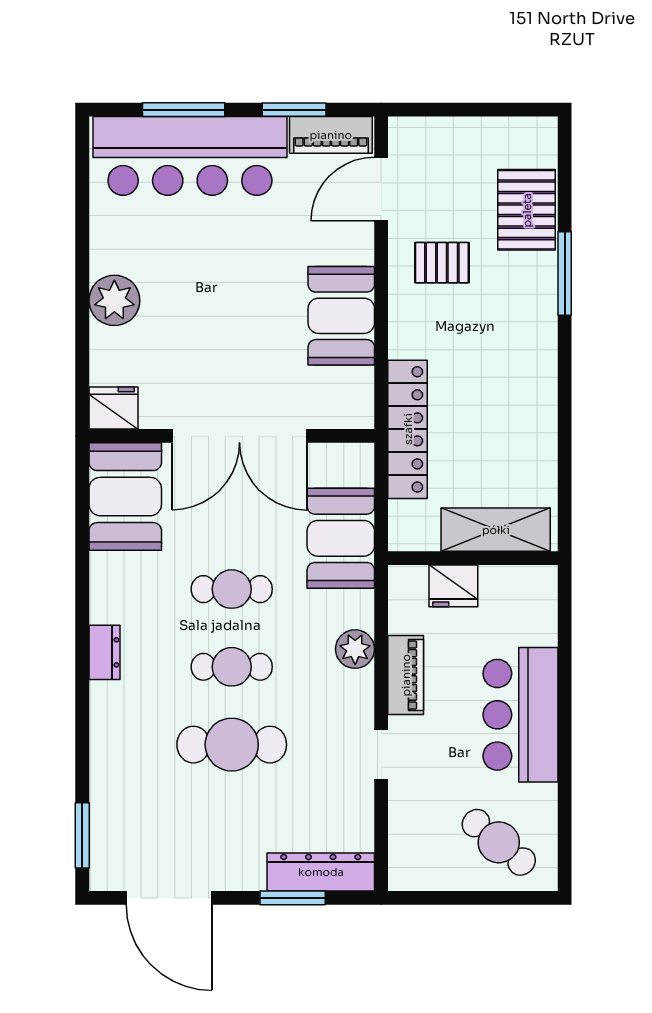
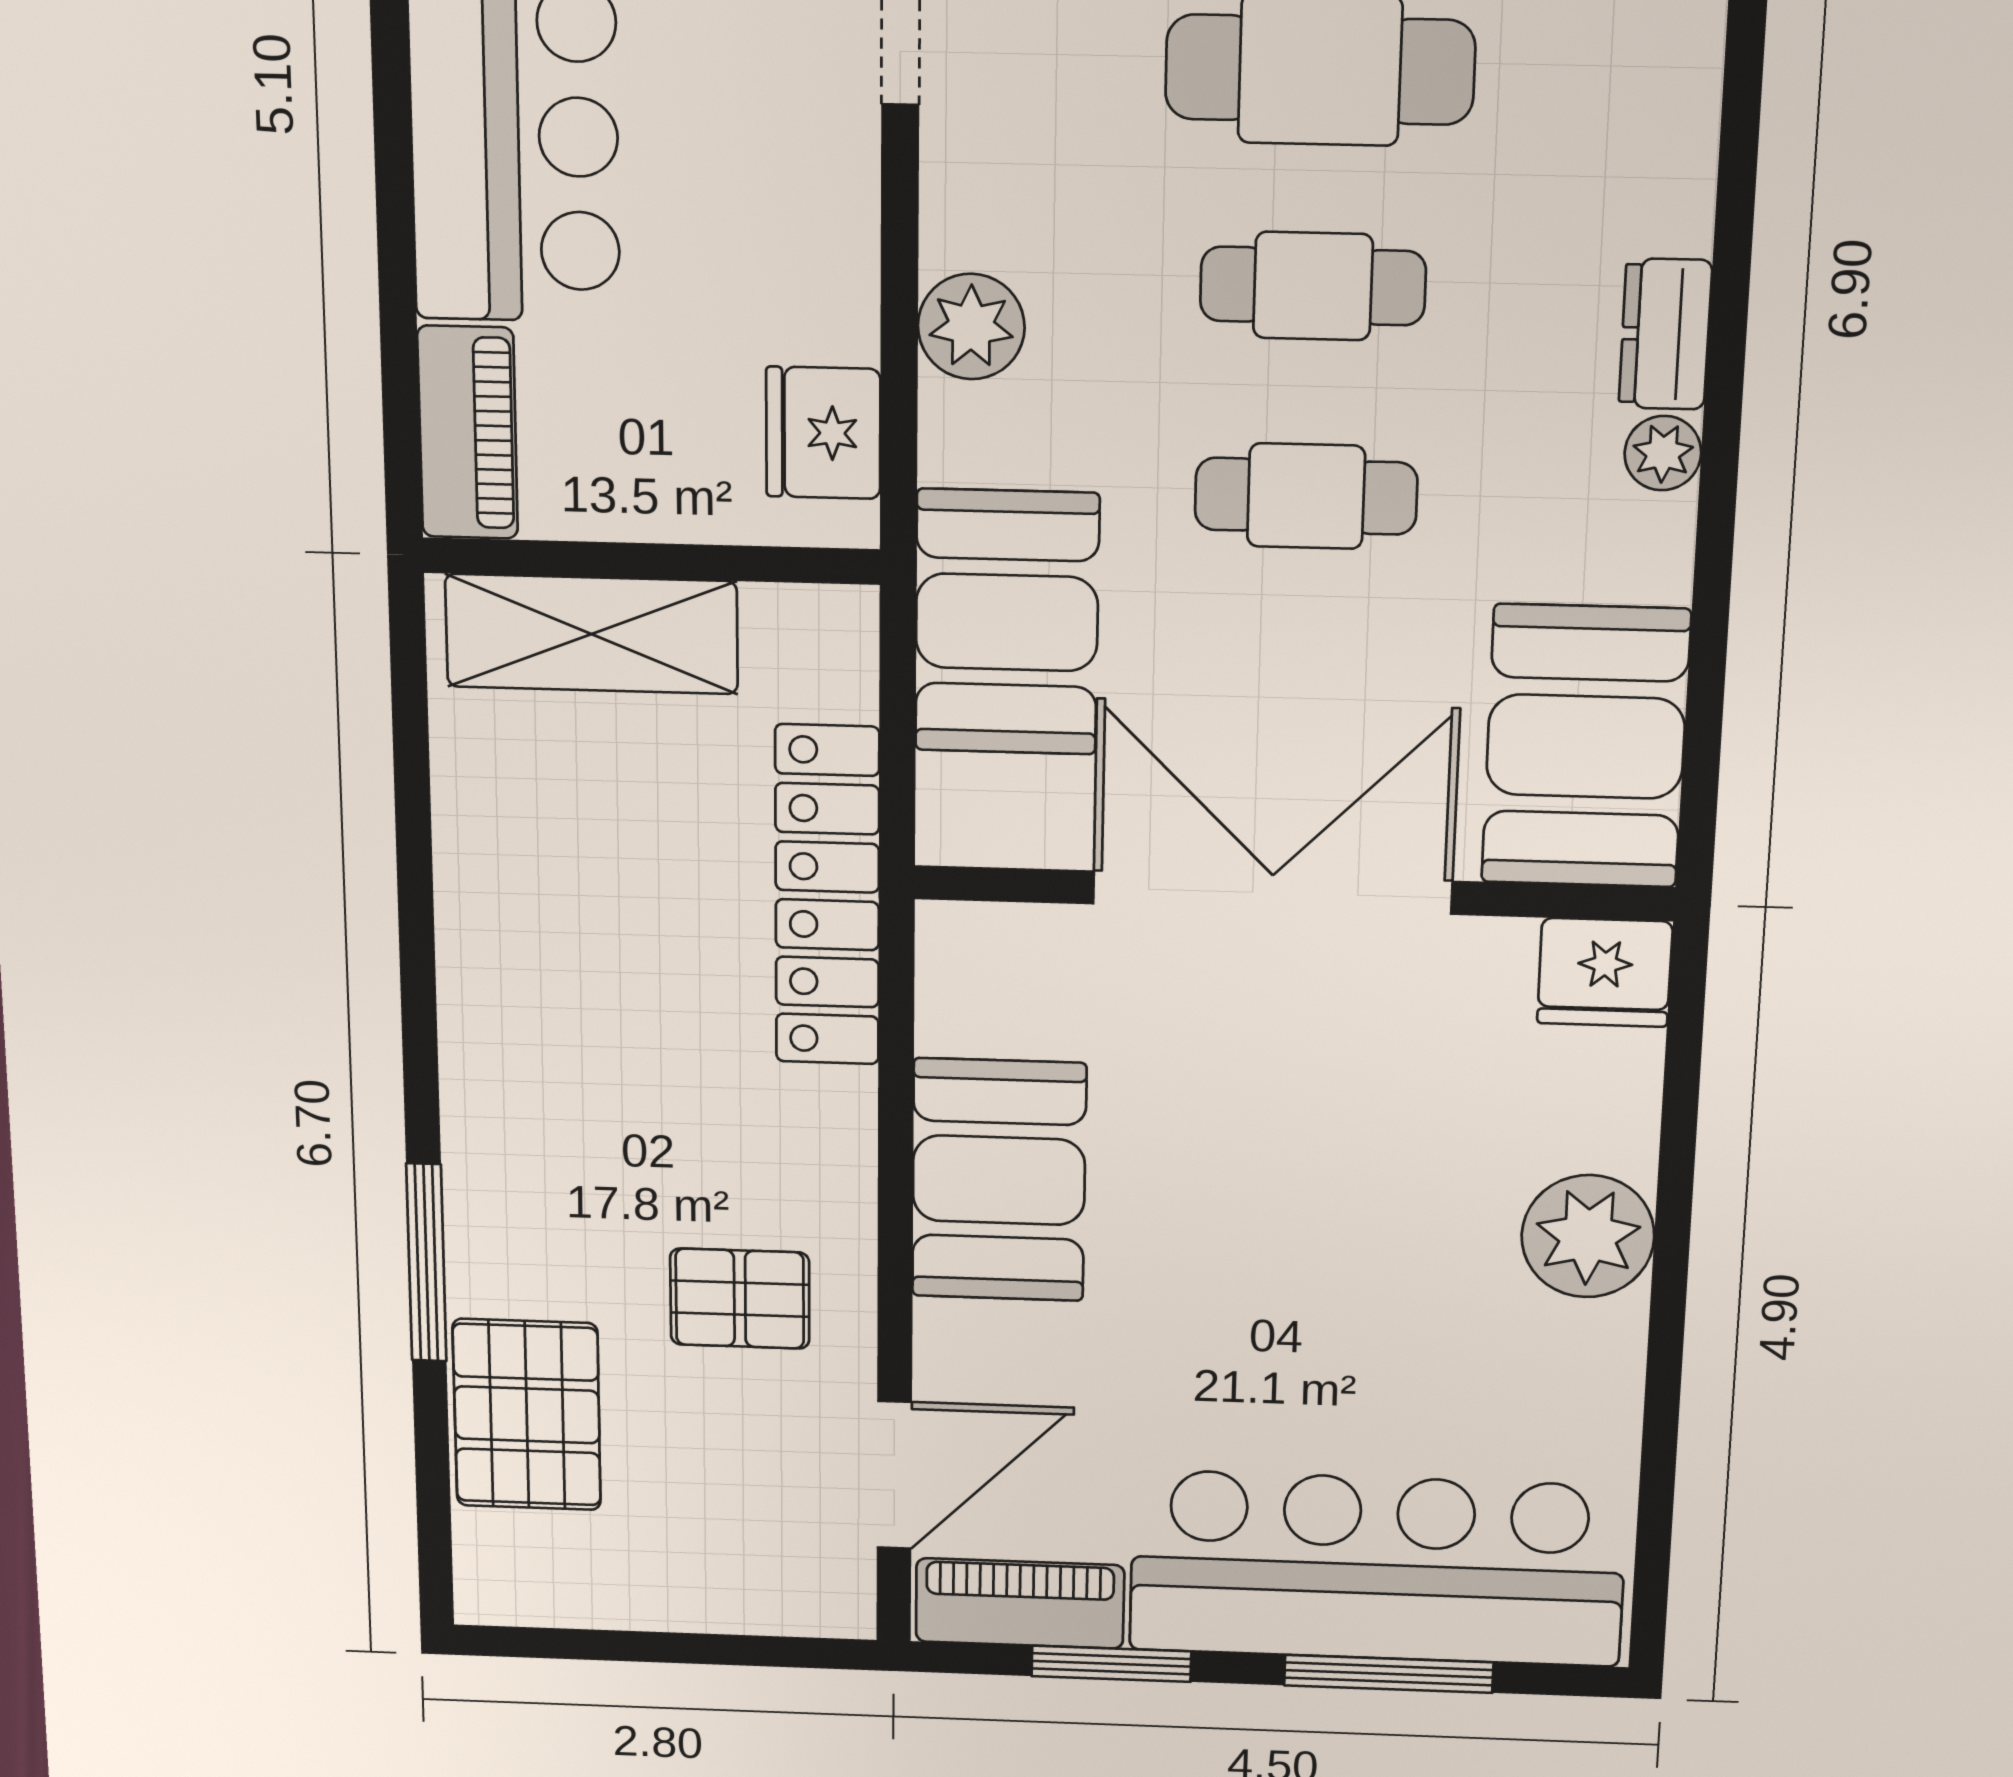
fridge: (453, 586) -> (823, 433), moved, turned -90
plant: (103, 608) -> (1663, 453), added
piano: (406, 675) -> (468, 433), moved, turned 180

